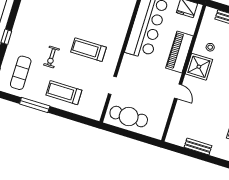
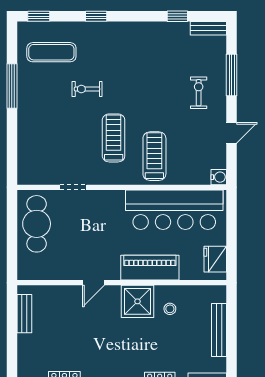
treadmill: (64, 93) -> (154, 156), moved
bench: (198, 146) -> (24, 314), moved

